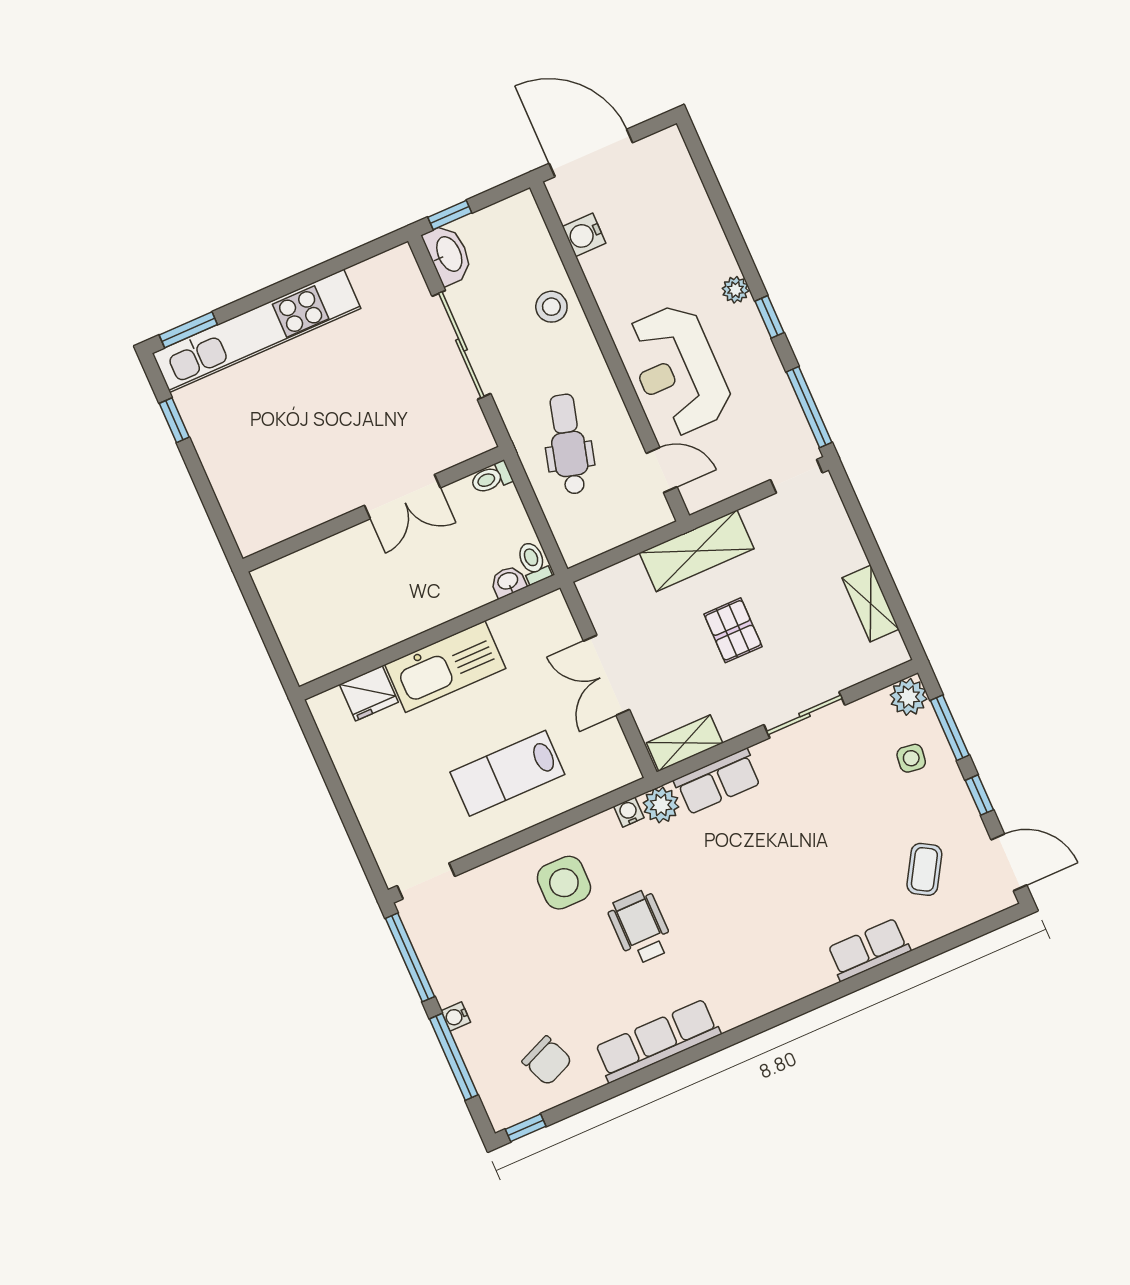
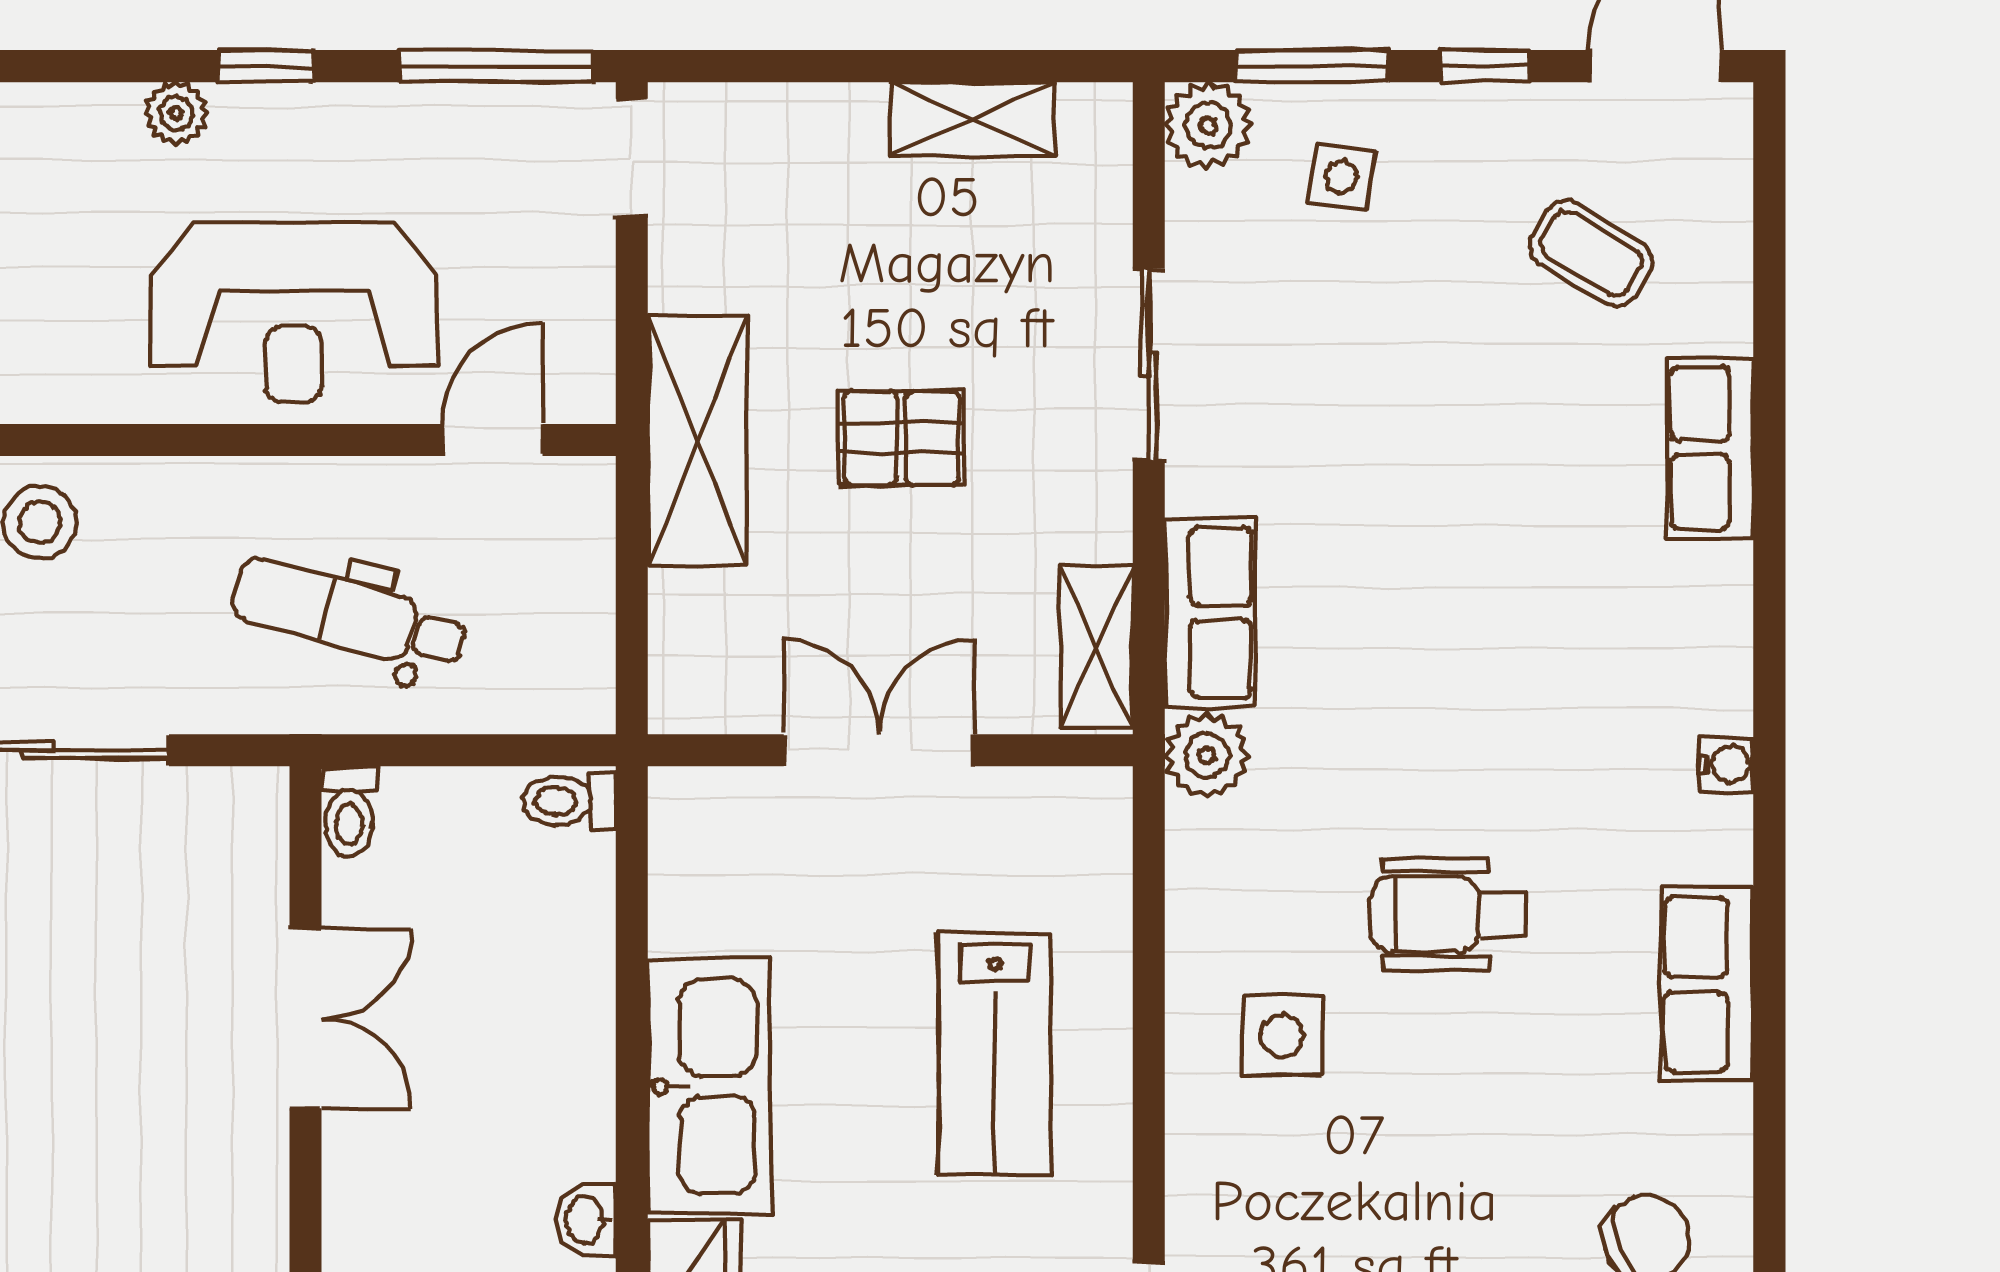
washbasin: (508, 582) -> (586, 1220), moved
double door: (606, 675) -> (879, 750), swing flipped
water cooler: (629, 812) -> (1726, 764), moved, turned 180
side table: (564, 883) -> (1282, 1036), width x0.73, depth x0.73
row of seats: (657, 1041) -> (1707, 984), width x0.68

